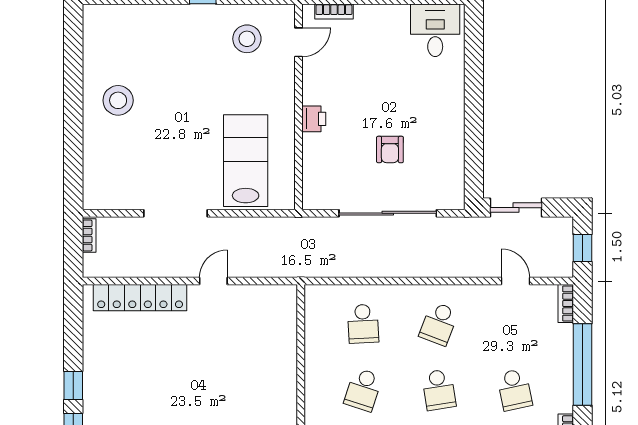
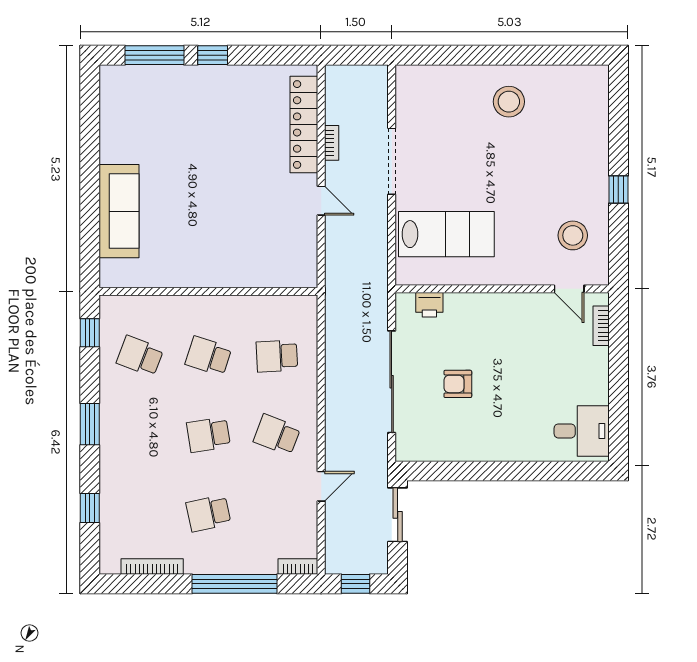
printer: (314, 119) -> (429, 305), moved
bookcase: (89, 235) -> (332, 143), moved, turned -90
door: (515, 281) -> (321, 486), moved

